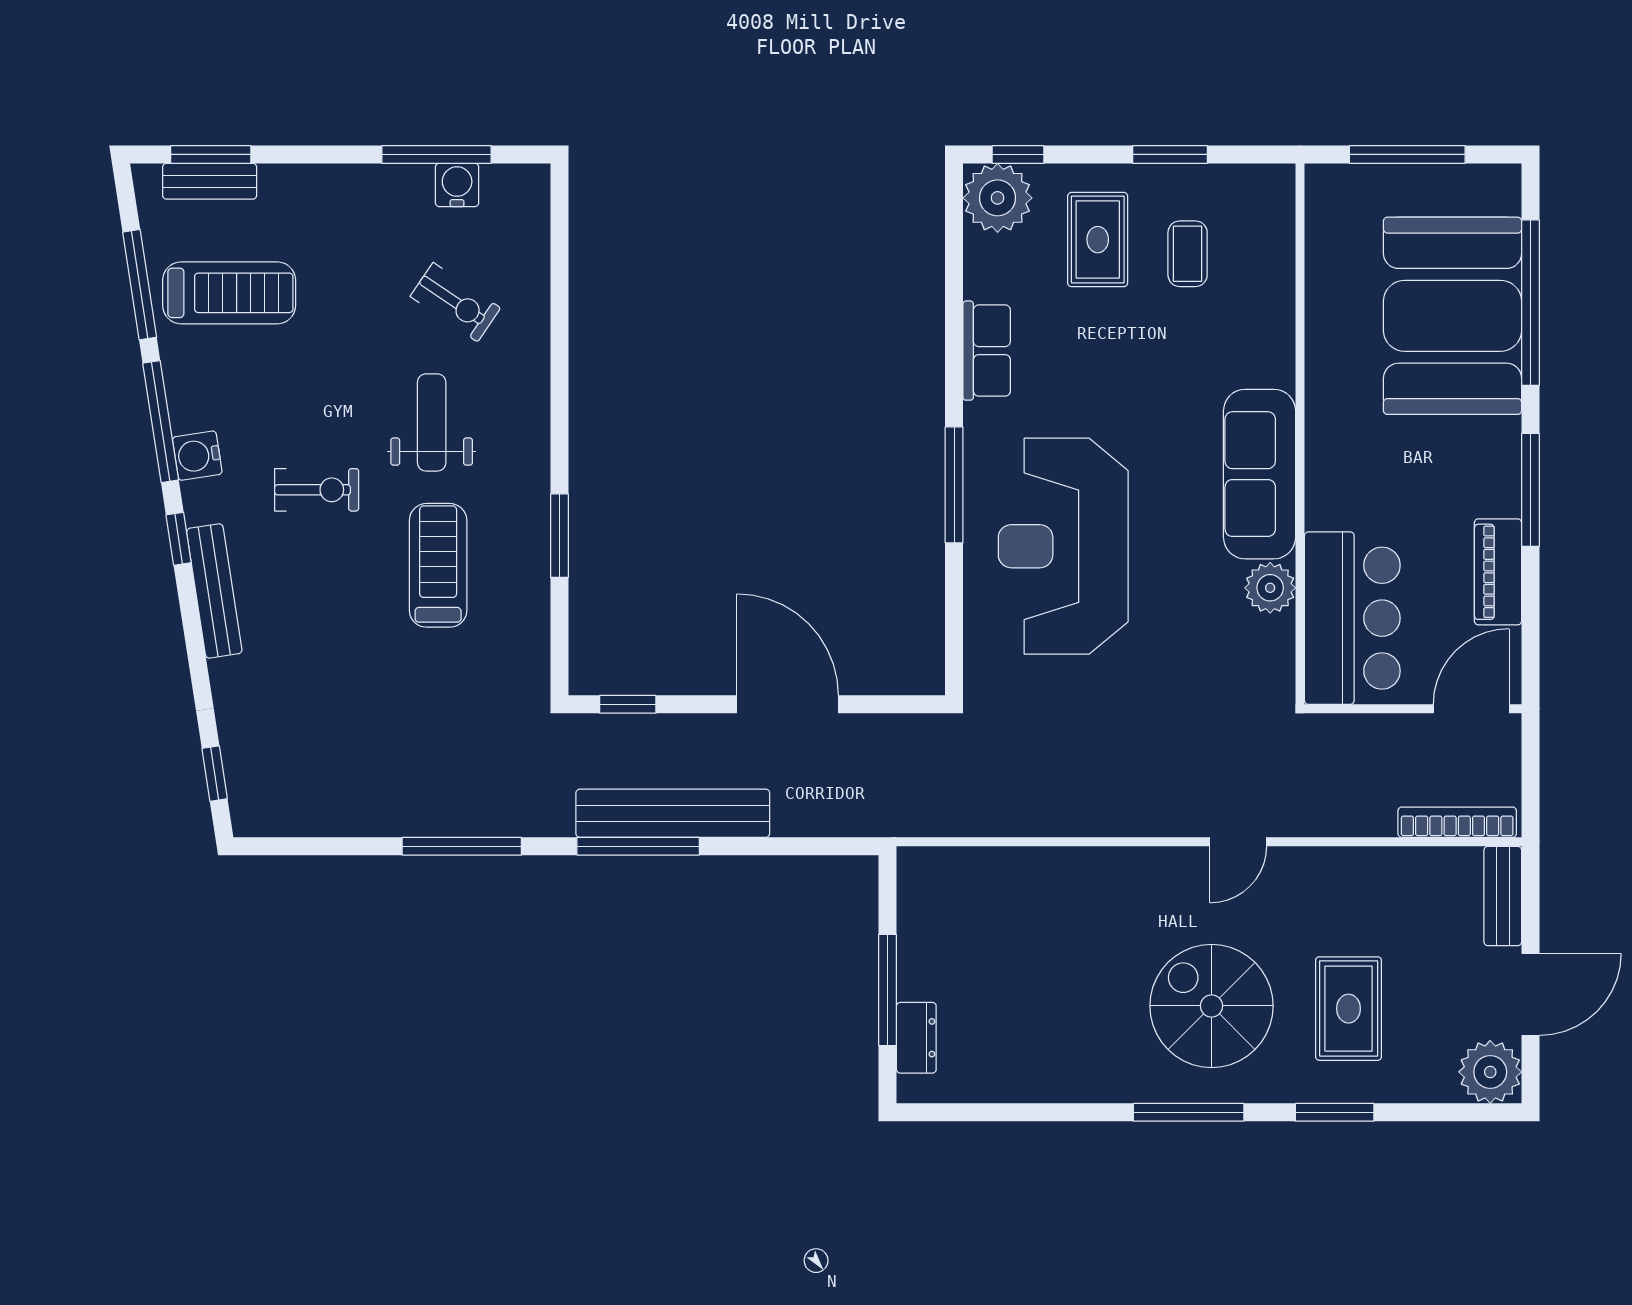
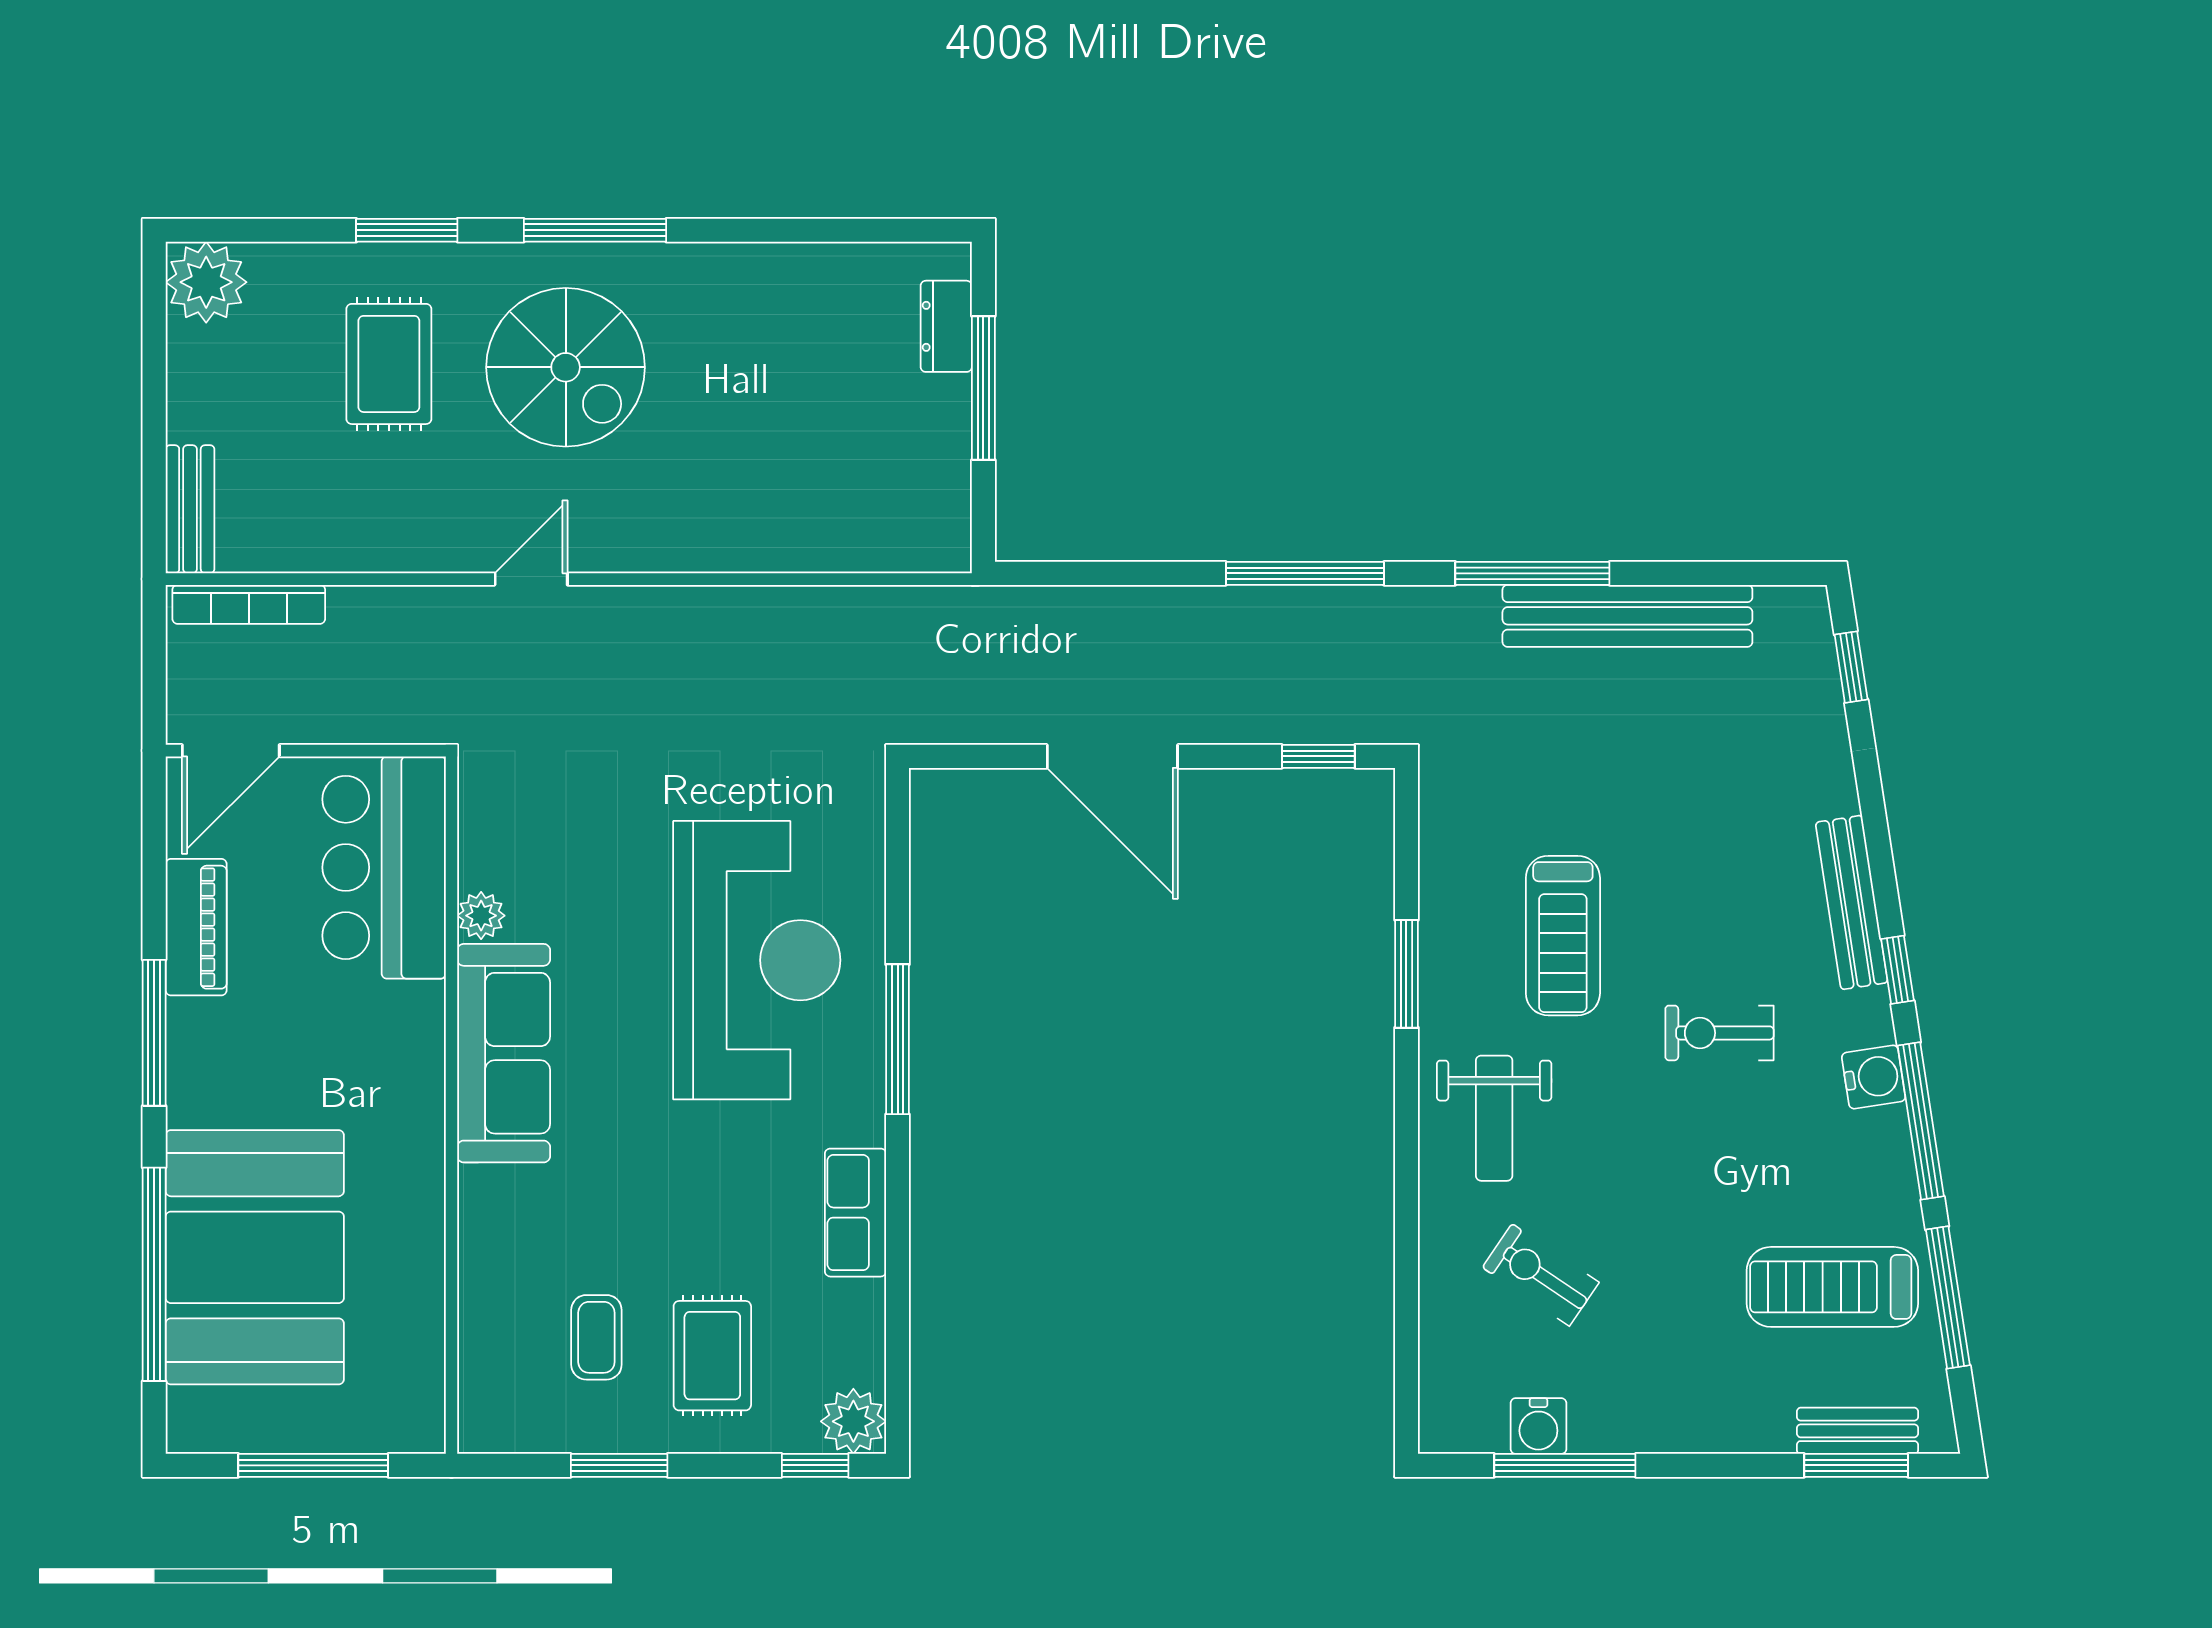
plant: (998, 198) -> (853, 1421), width x0.73, depth x0.73
weight bench: (432, 422) -> (1494, 1118), moved
plant: (1270, 588) -> (481, 916), width x0.73, depth x0.73
bench: (673, 813) -> (1627, 616), moved
door: (1531, 995) -> (154, 382), removed

